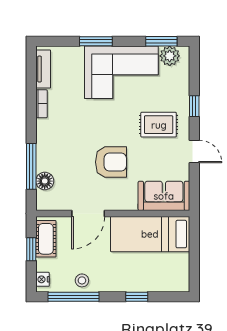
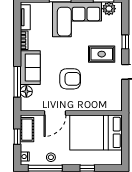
sofa: (164, 196) -> (30, 68), moved, turned 90
bed: (150, 234) -> (96, 132), width x1.50

